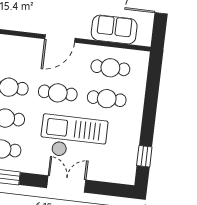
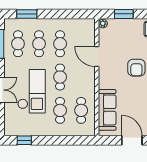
sofa: (114, 29) -> (107, 110), width x1.36
door: (60, 39) -> (97, 56), moved

